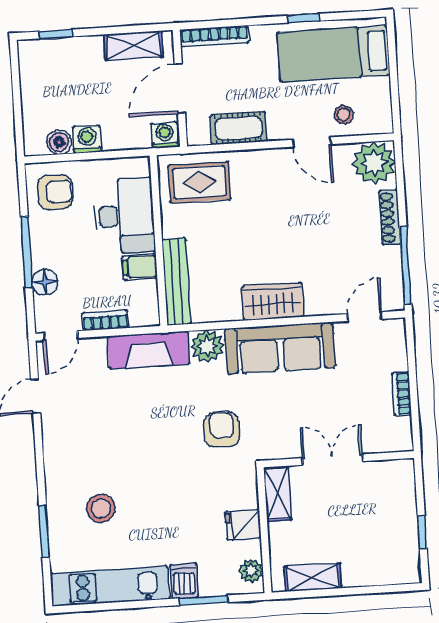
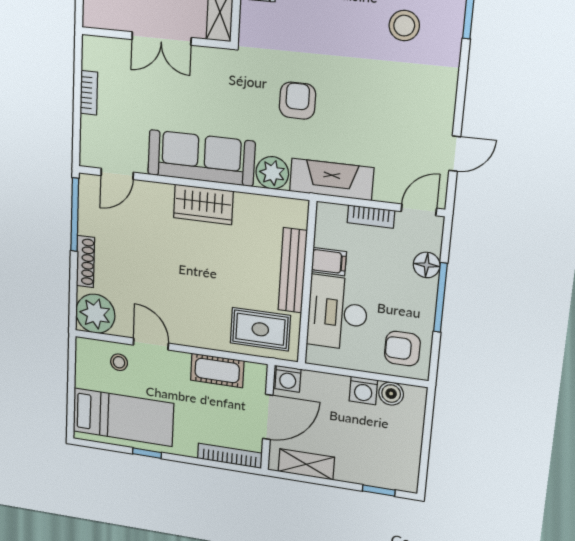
bench: (177, 282) -> (293, 270), moved
armchair: (222, 430) -> (297, 101), moved, turned 180

